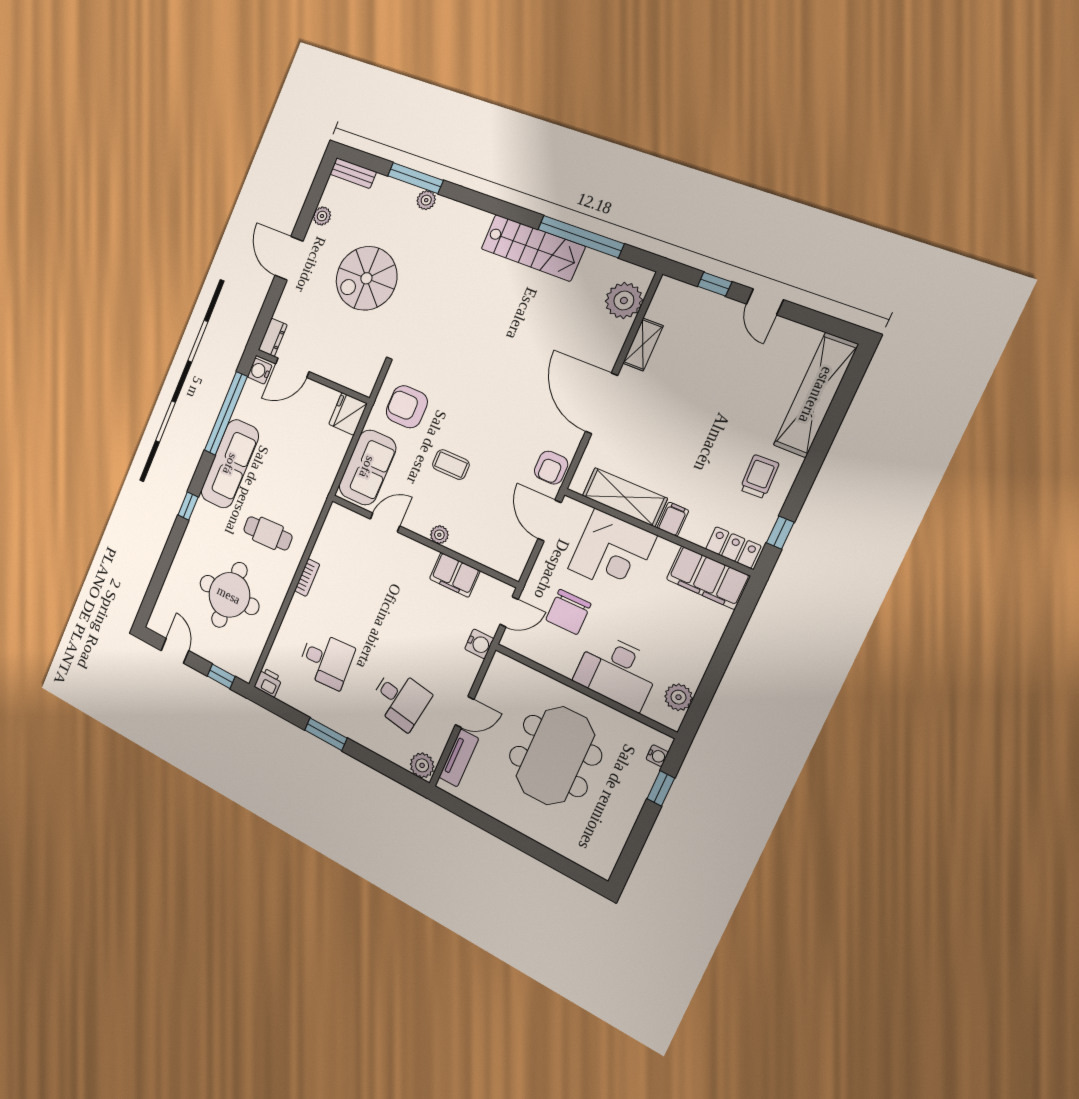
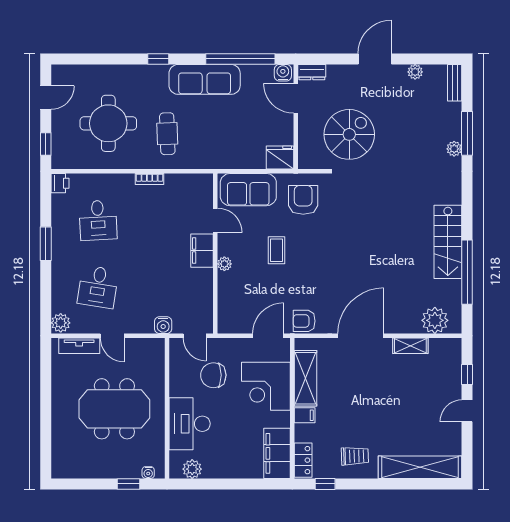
spiral stairs: (366, 278) -> (349, 134), moved, turned 90
filing cabinet: (455, 575) -> (202, 251), moved

